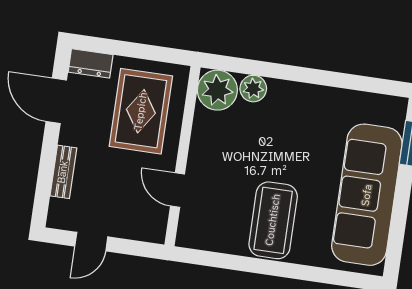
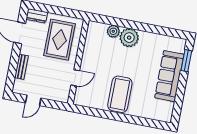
plant: (217, 90) -> (129, 38), moved
door: (178, 190) -> (75, 78), swing flipped
sofa: (367, 195) -> (169, 76), width x0.74, depth x0.79

